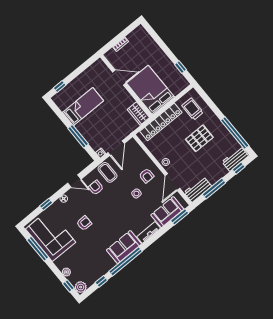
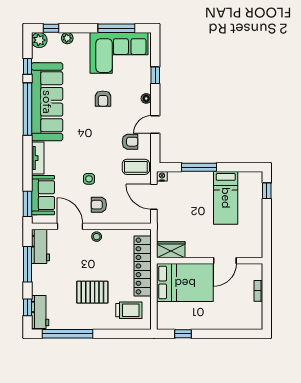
pallet: (199, 138) -> (92, 292), turned 90
sofa: (124, 247) -> (47, 102), width x1.85, depth x1.27

